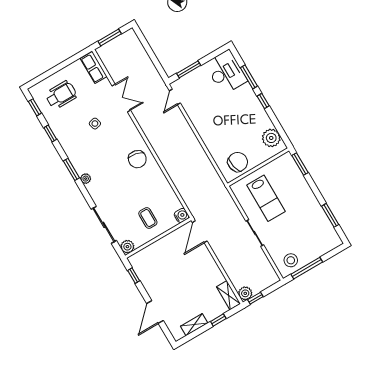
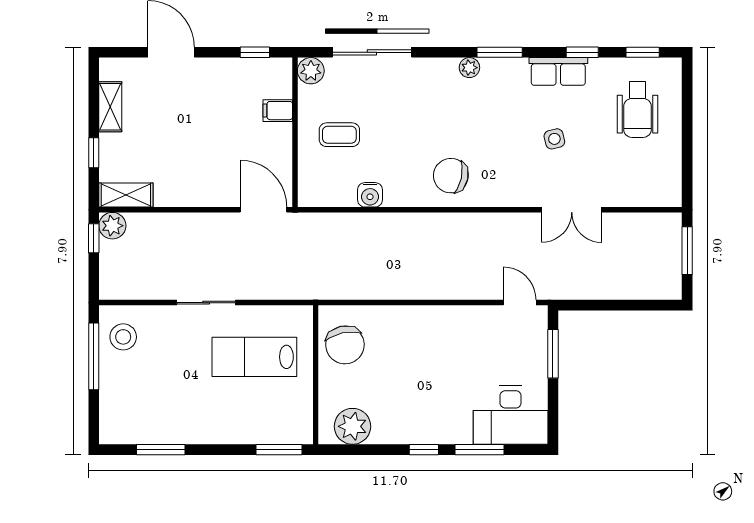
row of seats: (94, 67) -> (558, 71), moved, turned 180
water cooler: (182, 215) -> (370, 195), moved
filing cabinet: (153, 251) -> (278, 111), added

